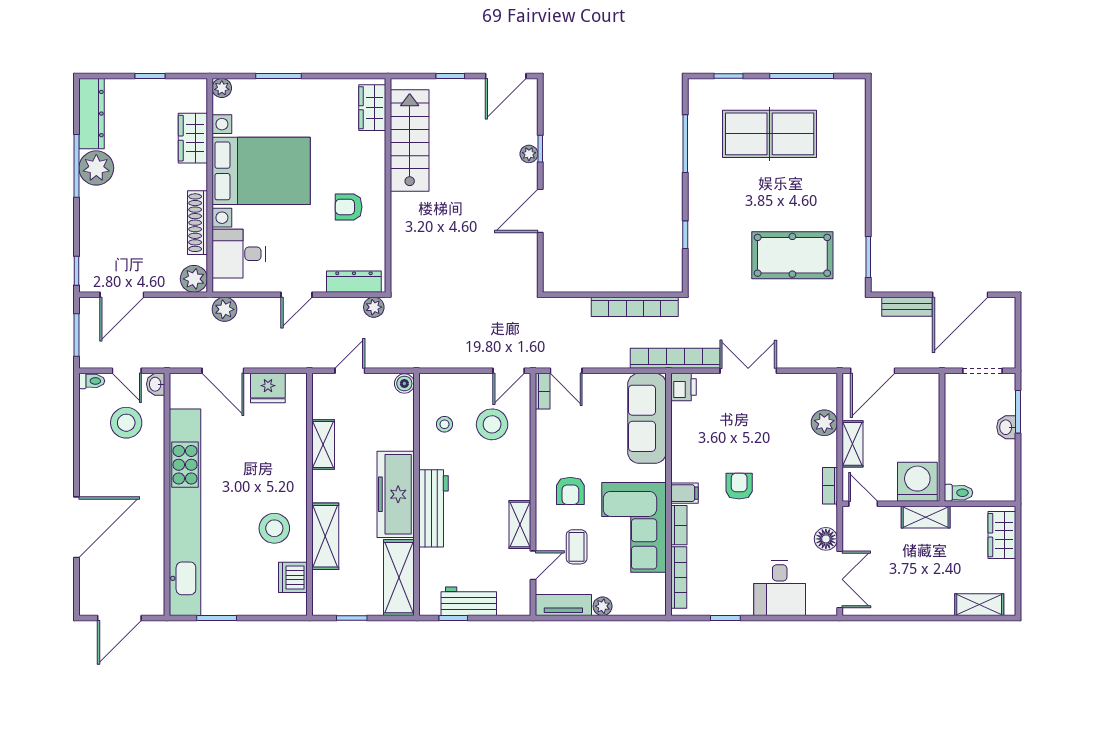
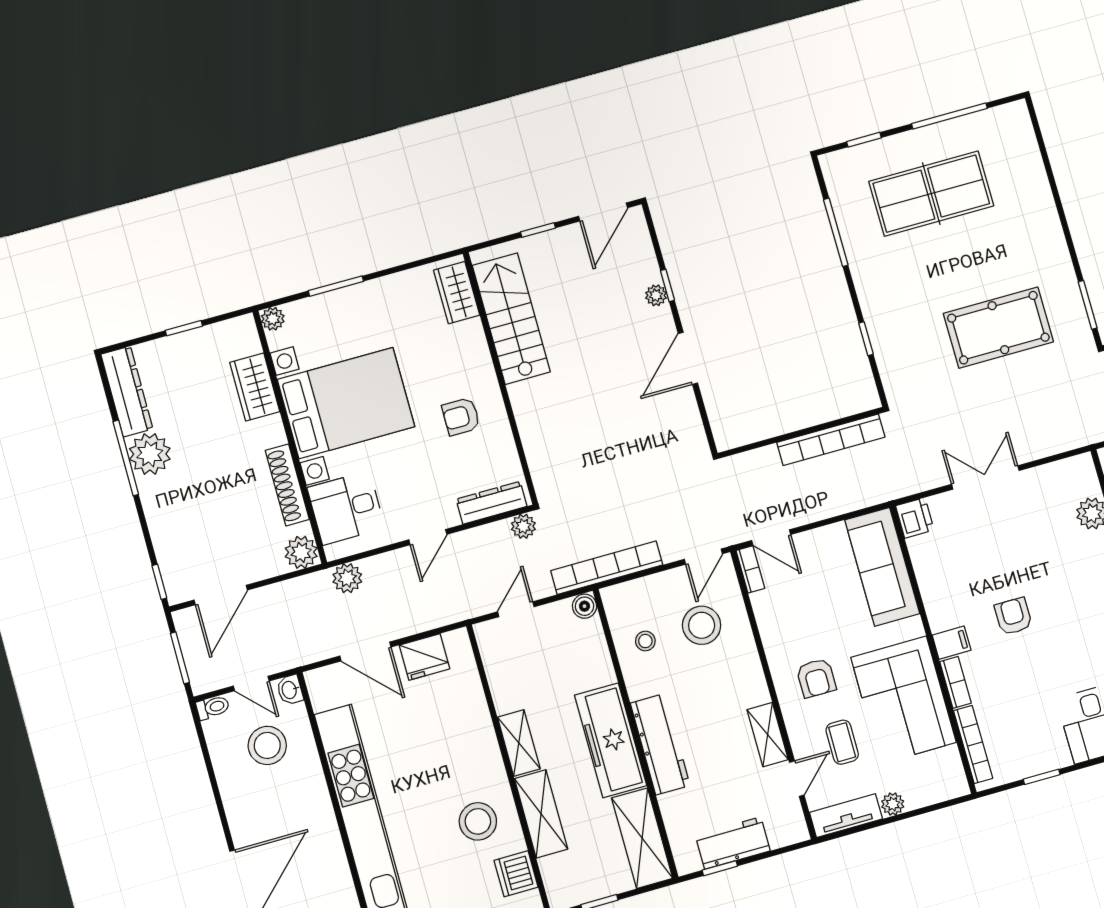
bookcase: (675, 358) -> (607, 568), moved
shelving: (323, 444) -> (519, 743), moved

